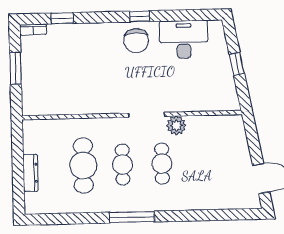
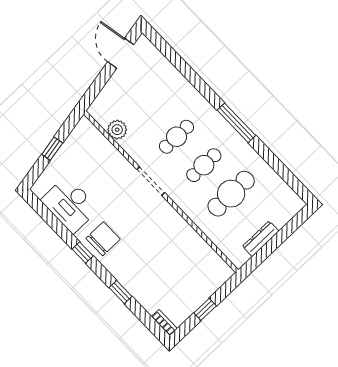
window: (62, 18) -> (120, 292), moved
window: (16, 68) -> (205, 309), width x0.67
plant: (176, 125) -> (117, 130), moved
dresser: (31, 173) -> (261, 239), moved

